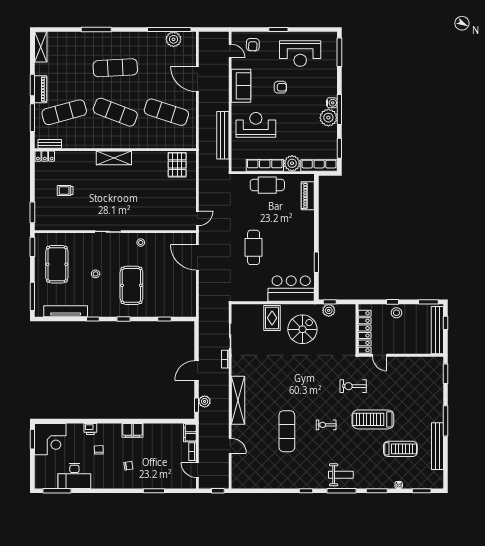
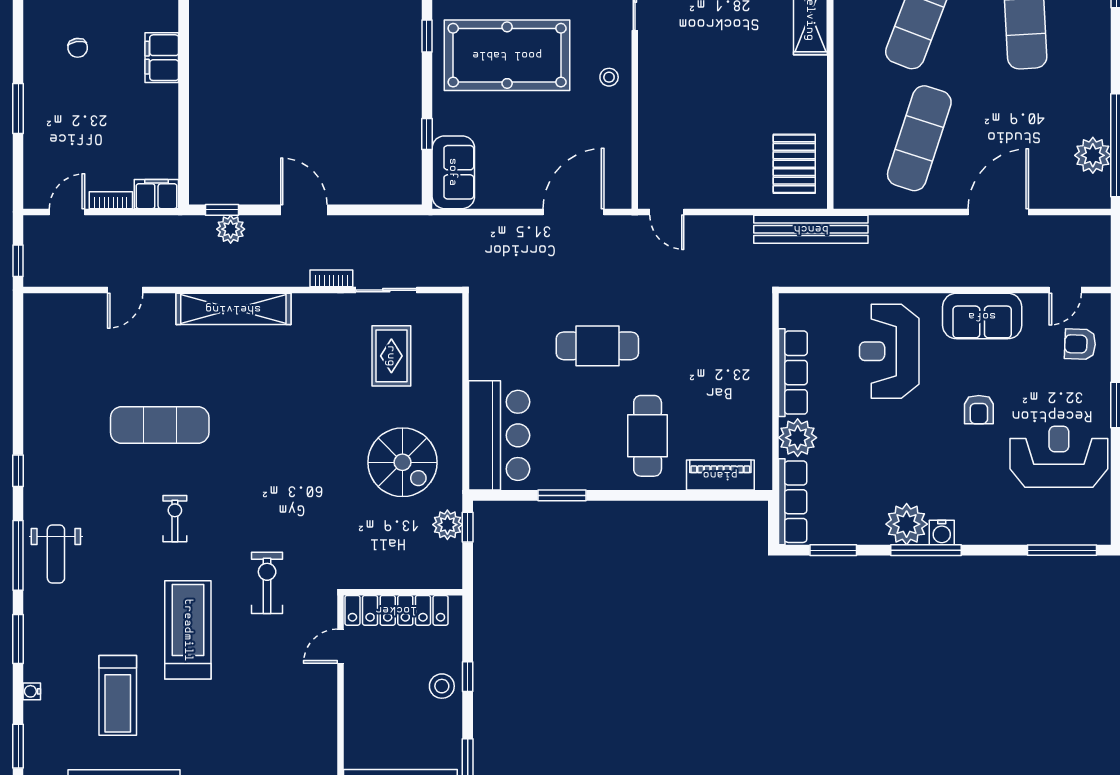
reception desk: (300, 54) -> (1059, 457), turned 90
reception desk: (256, 125) -> (889, 351), turned 180
bench: (223, 135) -> (811, 229), moved
pallet: (177, 165) -> (794, 164), turned 90
cafe table: (267, 185) -> (648, 436), moved
pool table: (131, 285) -> (507, 55), width x1.36, depth x1.32
sofa: (181, 308) -> (453, 172), added
rug: (272, 318) -> (391, 356), moved, turned 90

